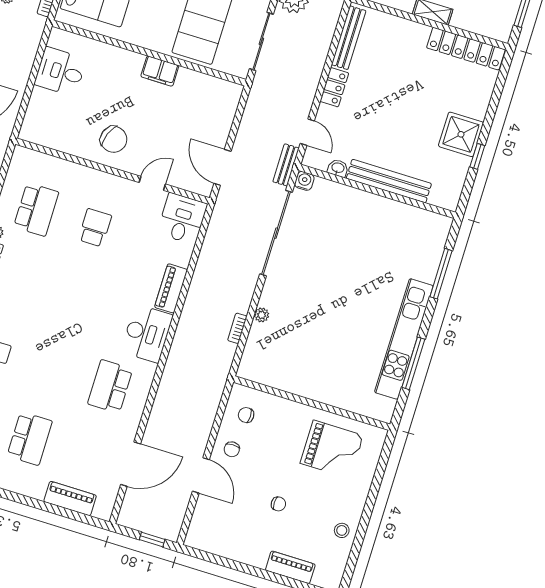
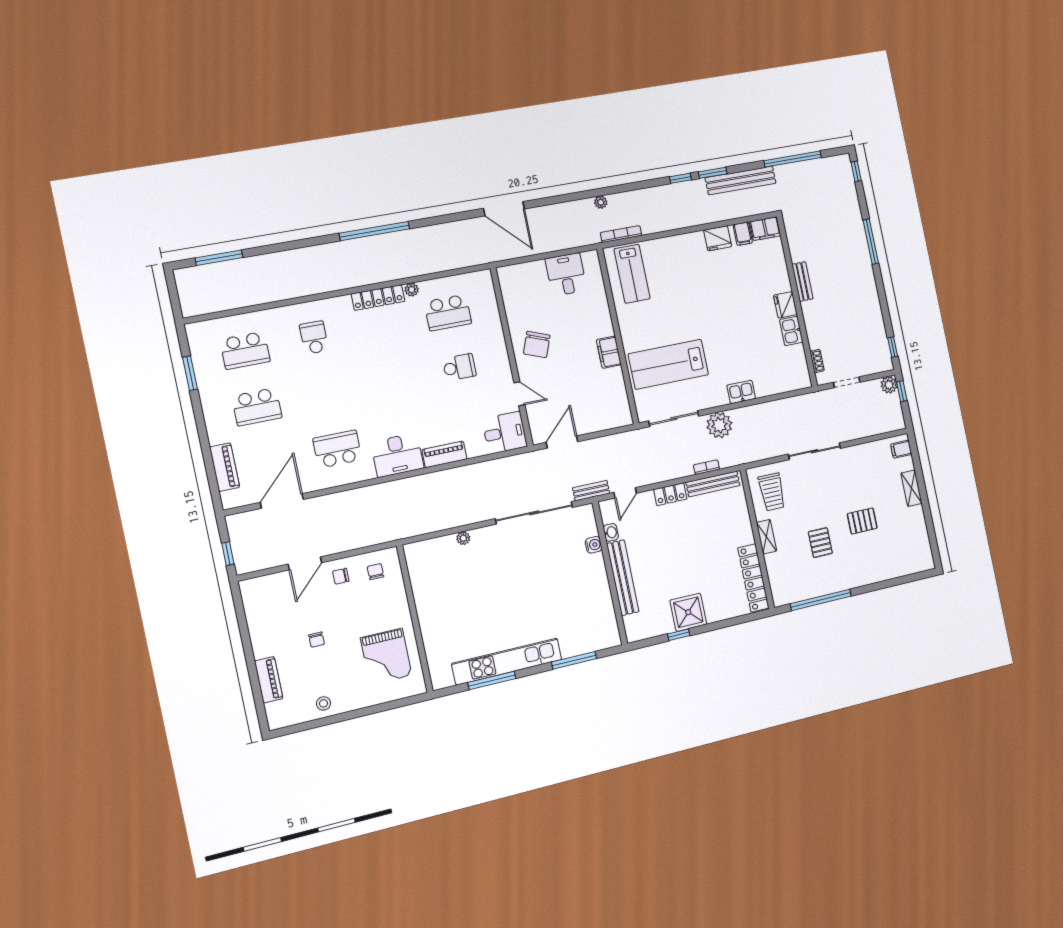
water cooler: (304, 181) -> (594, 545), moved
bookcase: (237, 328) -> (706, 467), moved
door: (131, 464) -> (282, 501), swing flipped

